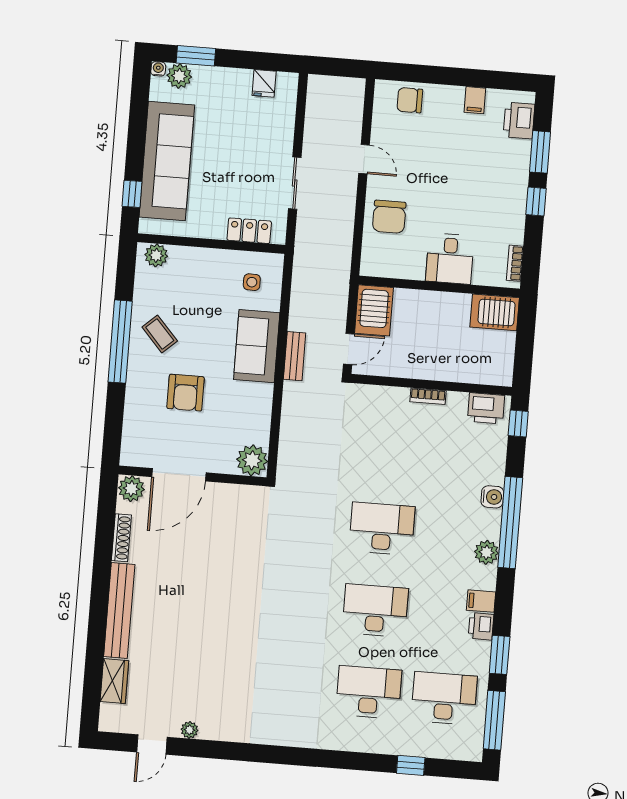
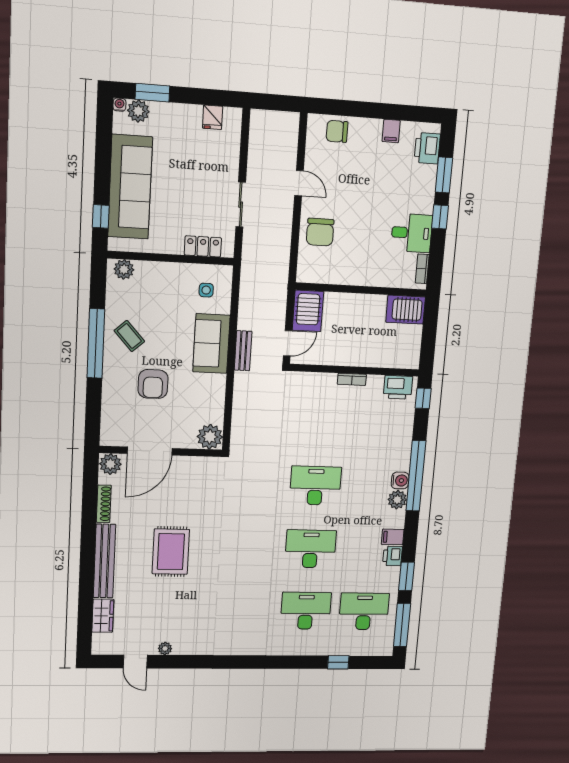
desk: (450, 259) -> (412, 233), moved, turned -90
water cooler: (492, 497) -> (400, 480), moved
rug: (201, 603) -> (171, 552), added
door: (152, 745) -> (135, 662), hinge flipped

